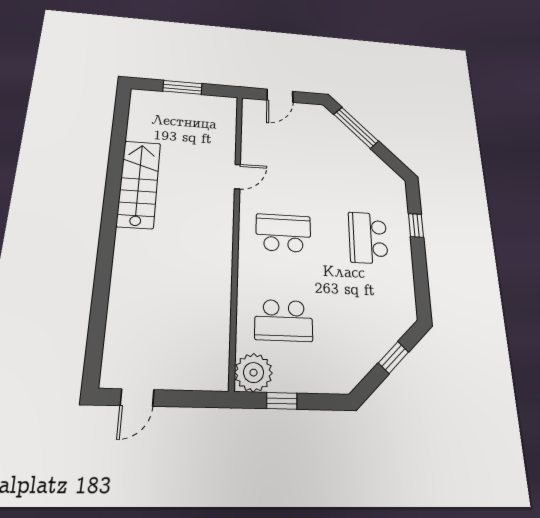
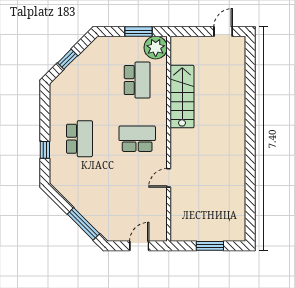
stairs: (139, 184) -> (182, 97), moved, turned 180
school desk: (283, 233) -> (137, 139), turned 180
school desk: (284, 320) -> (137, 80), turned 90
window: (282, 401) -> (138, 32), width x1.50

